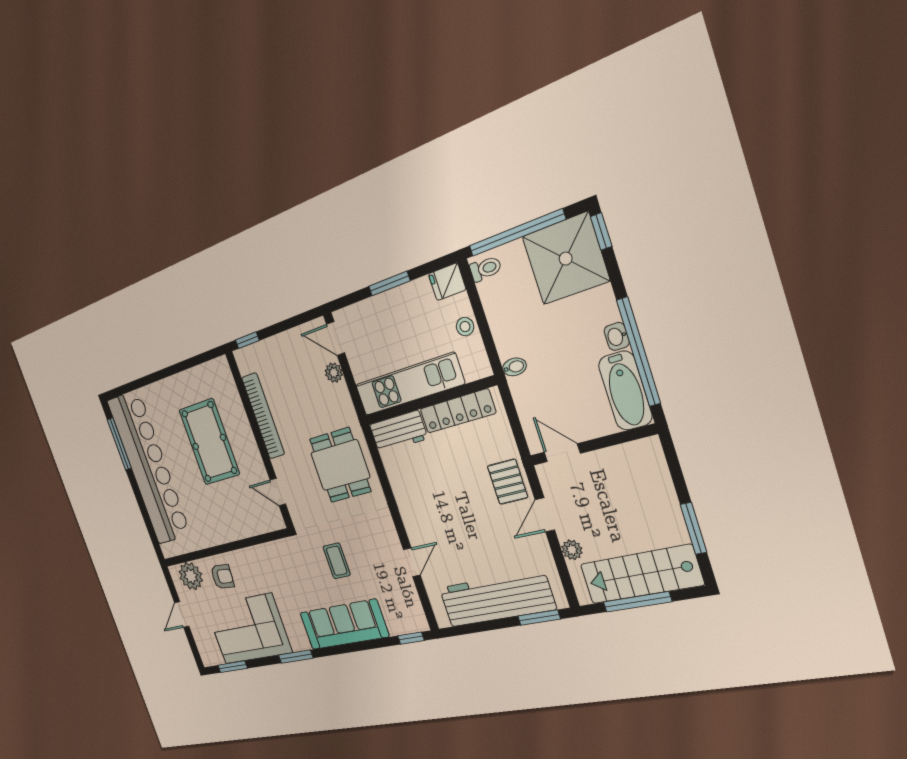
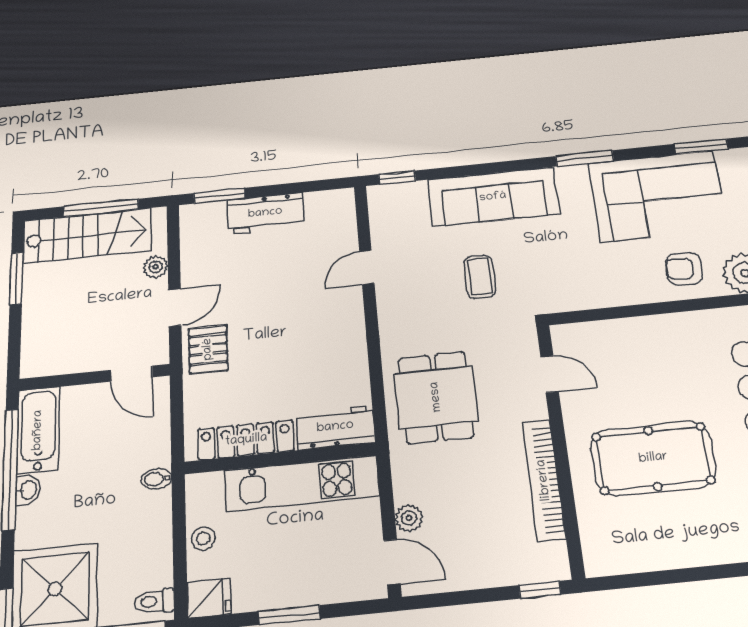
pool table: (209, 442) -> (653, 458), turned 90
workbench: (496, 598) -> (265, 213), width x0.53, depth x0.76

